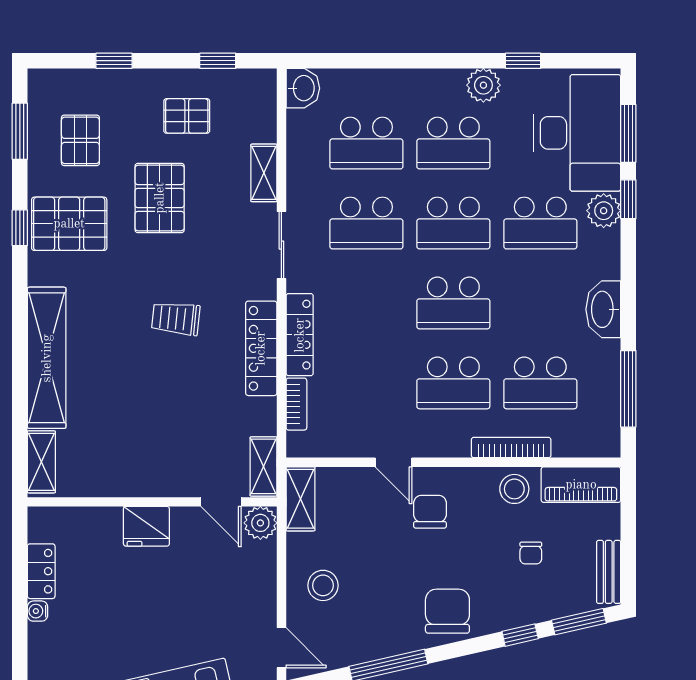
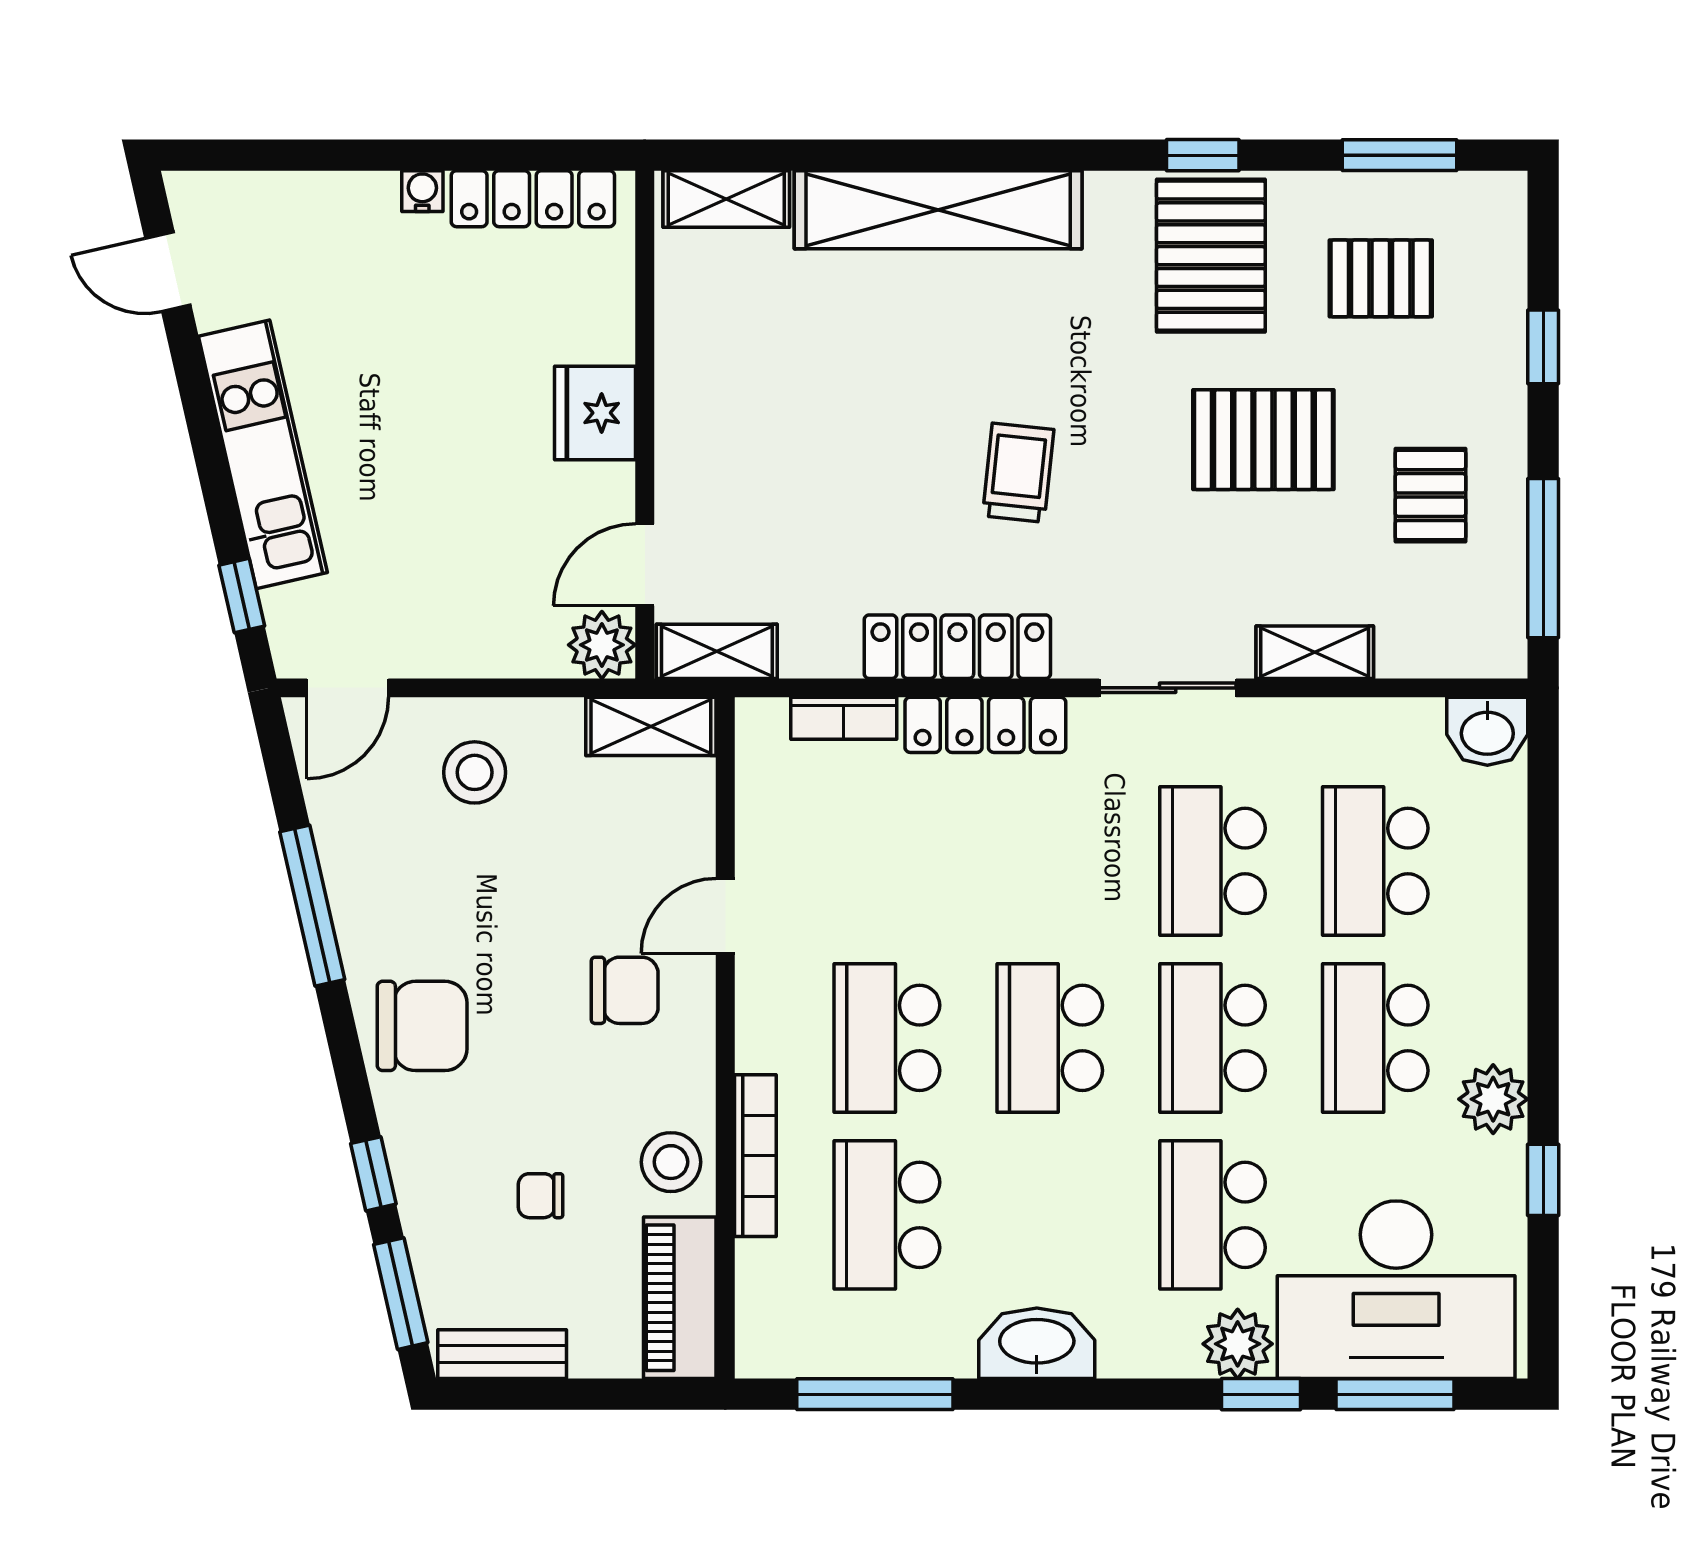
window: (218, 61) -> (1543, 558), width x2.17
locker: (41, 571) -> (533, 199), width x1.53

